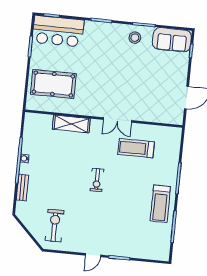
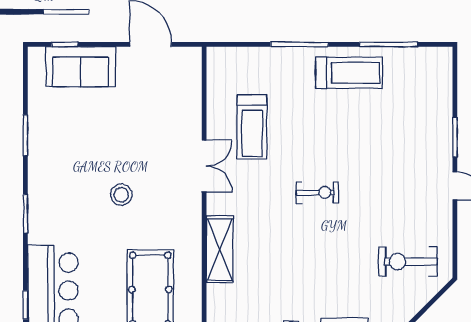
stool: (135, 38) -> (121, 195), moved
sofa: (172, 40) -> (81, 67), moved, turned 90

